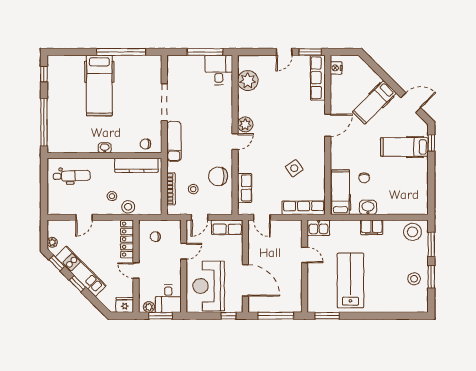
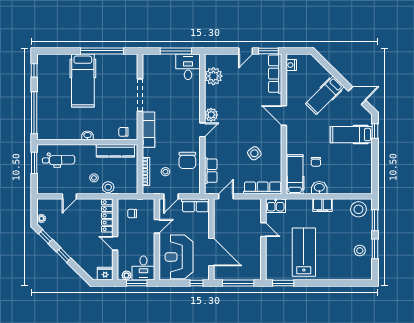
door: (328, 125) -> (284, 115), swing flipped
chair: (218, 176) -> (187, 160), turned -90
window: (44, 179) -> (34, 163), added
door: (262, 217) -> (226, 196), swing flipped
kitchen unit: (81, 271) -> (67, 244), removed

